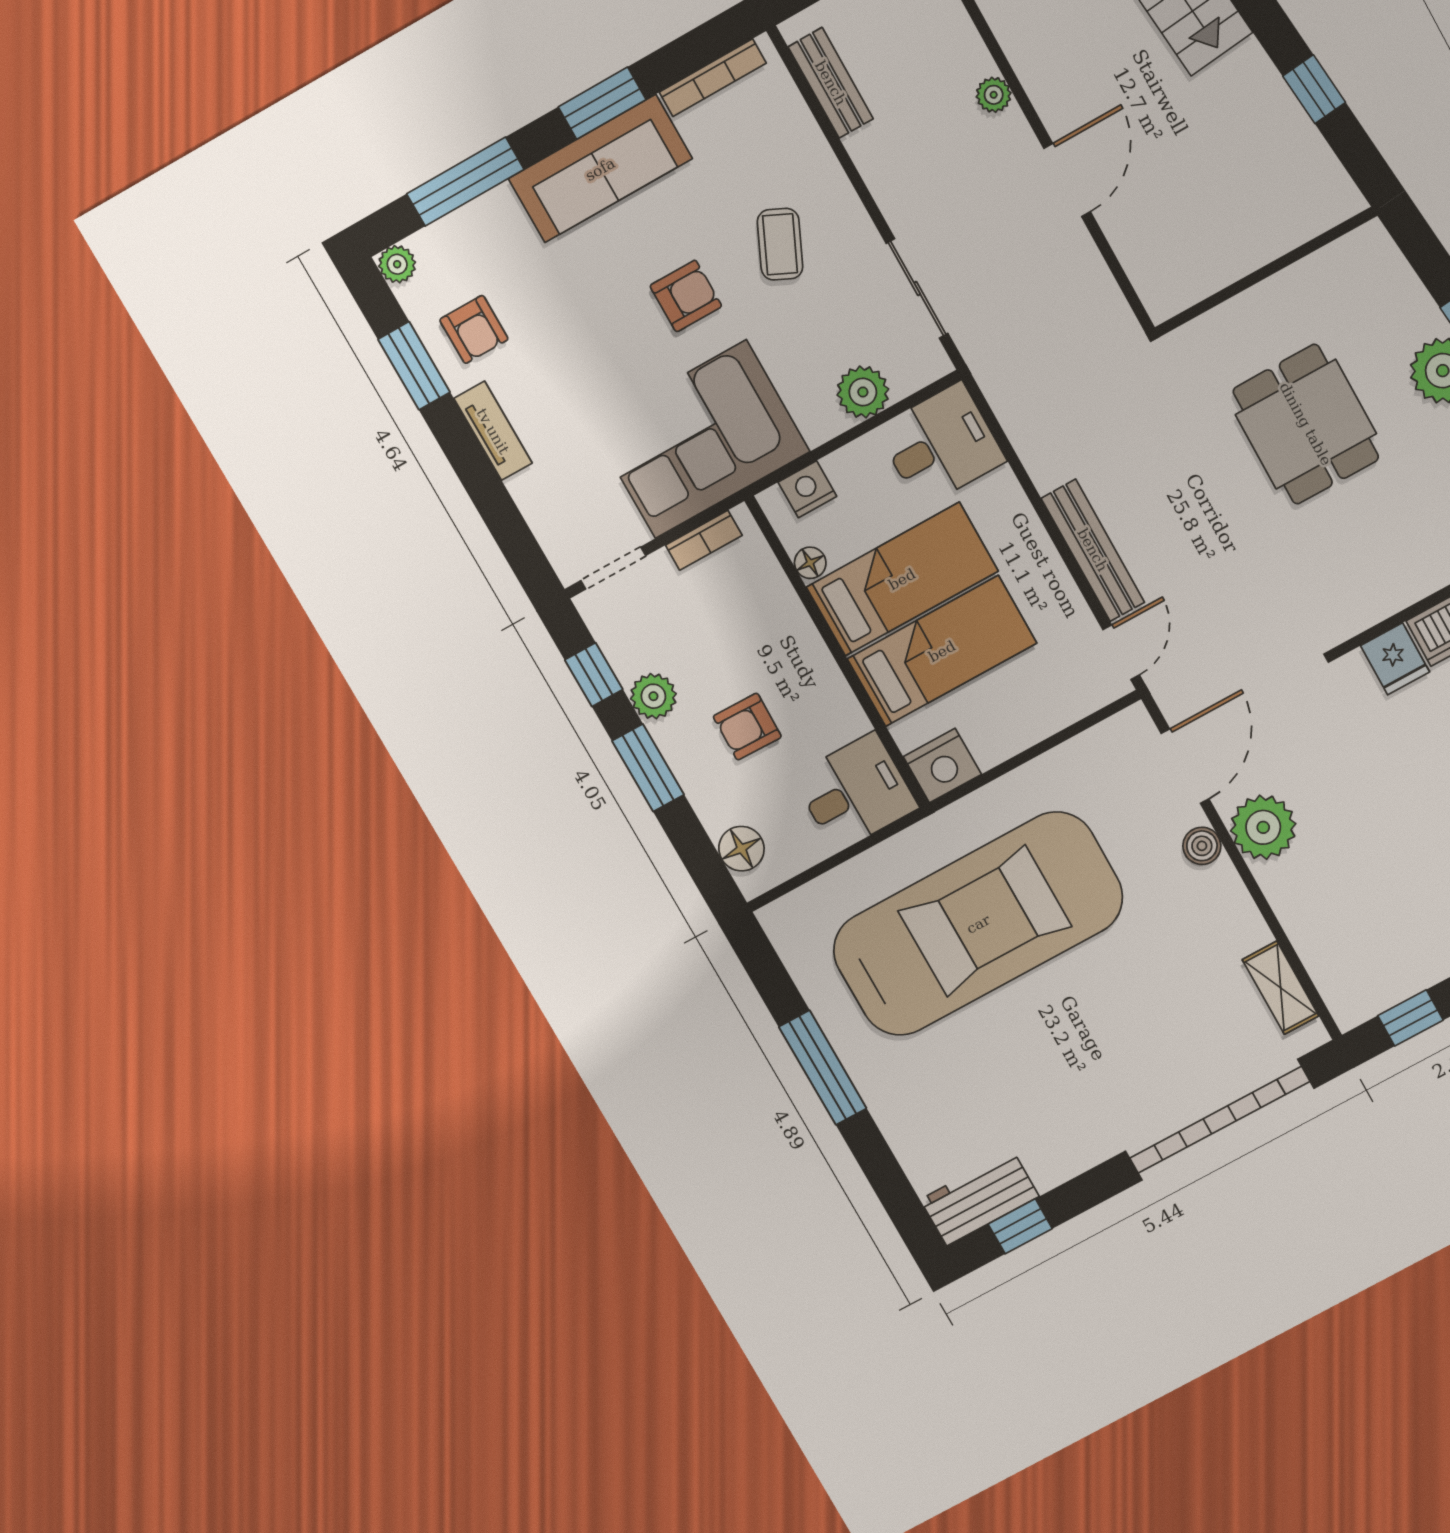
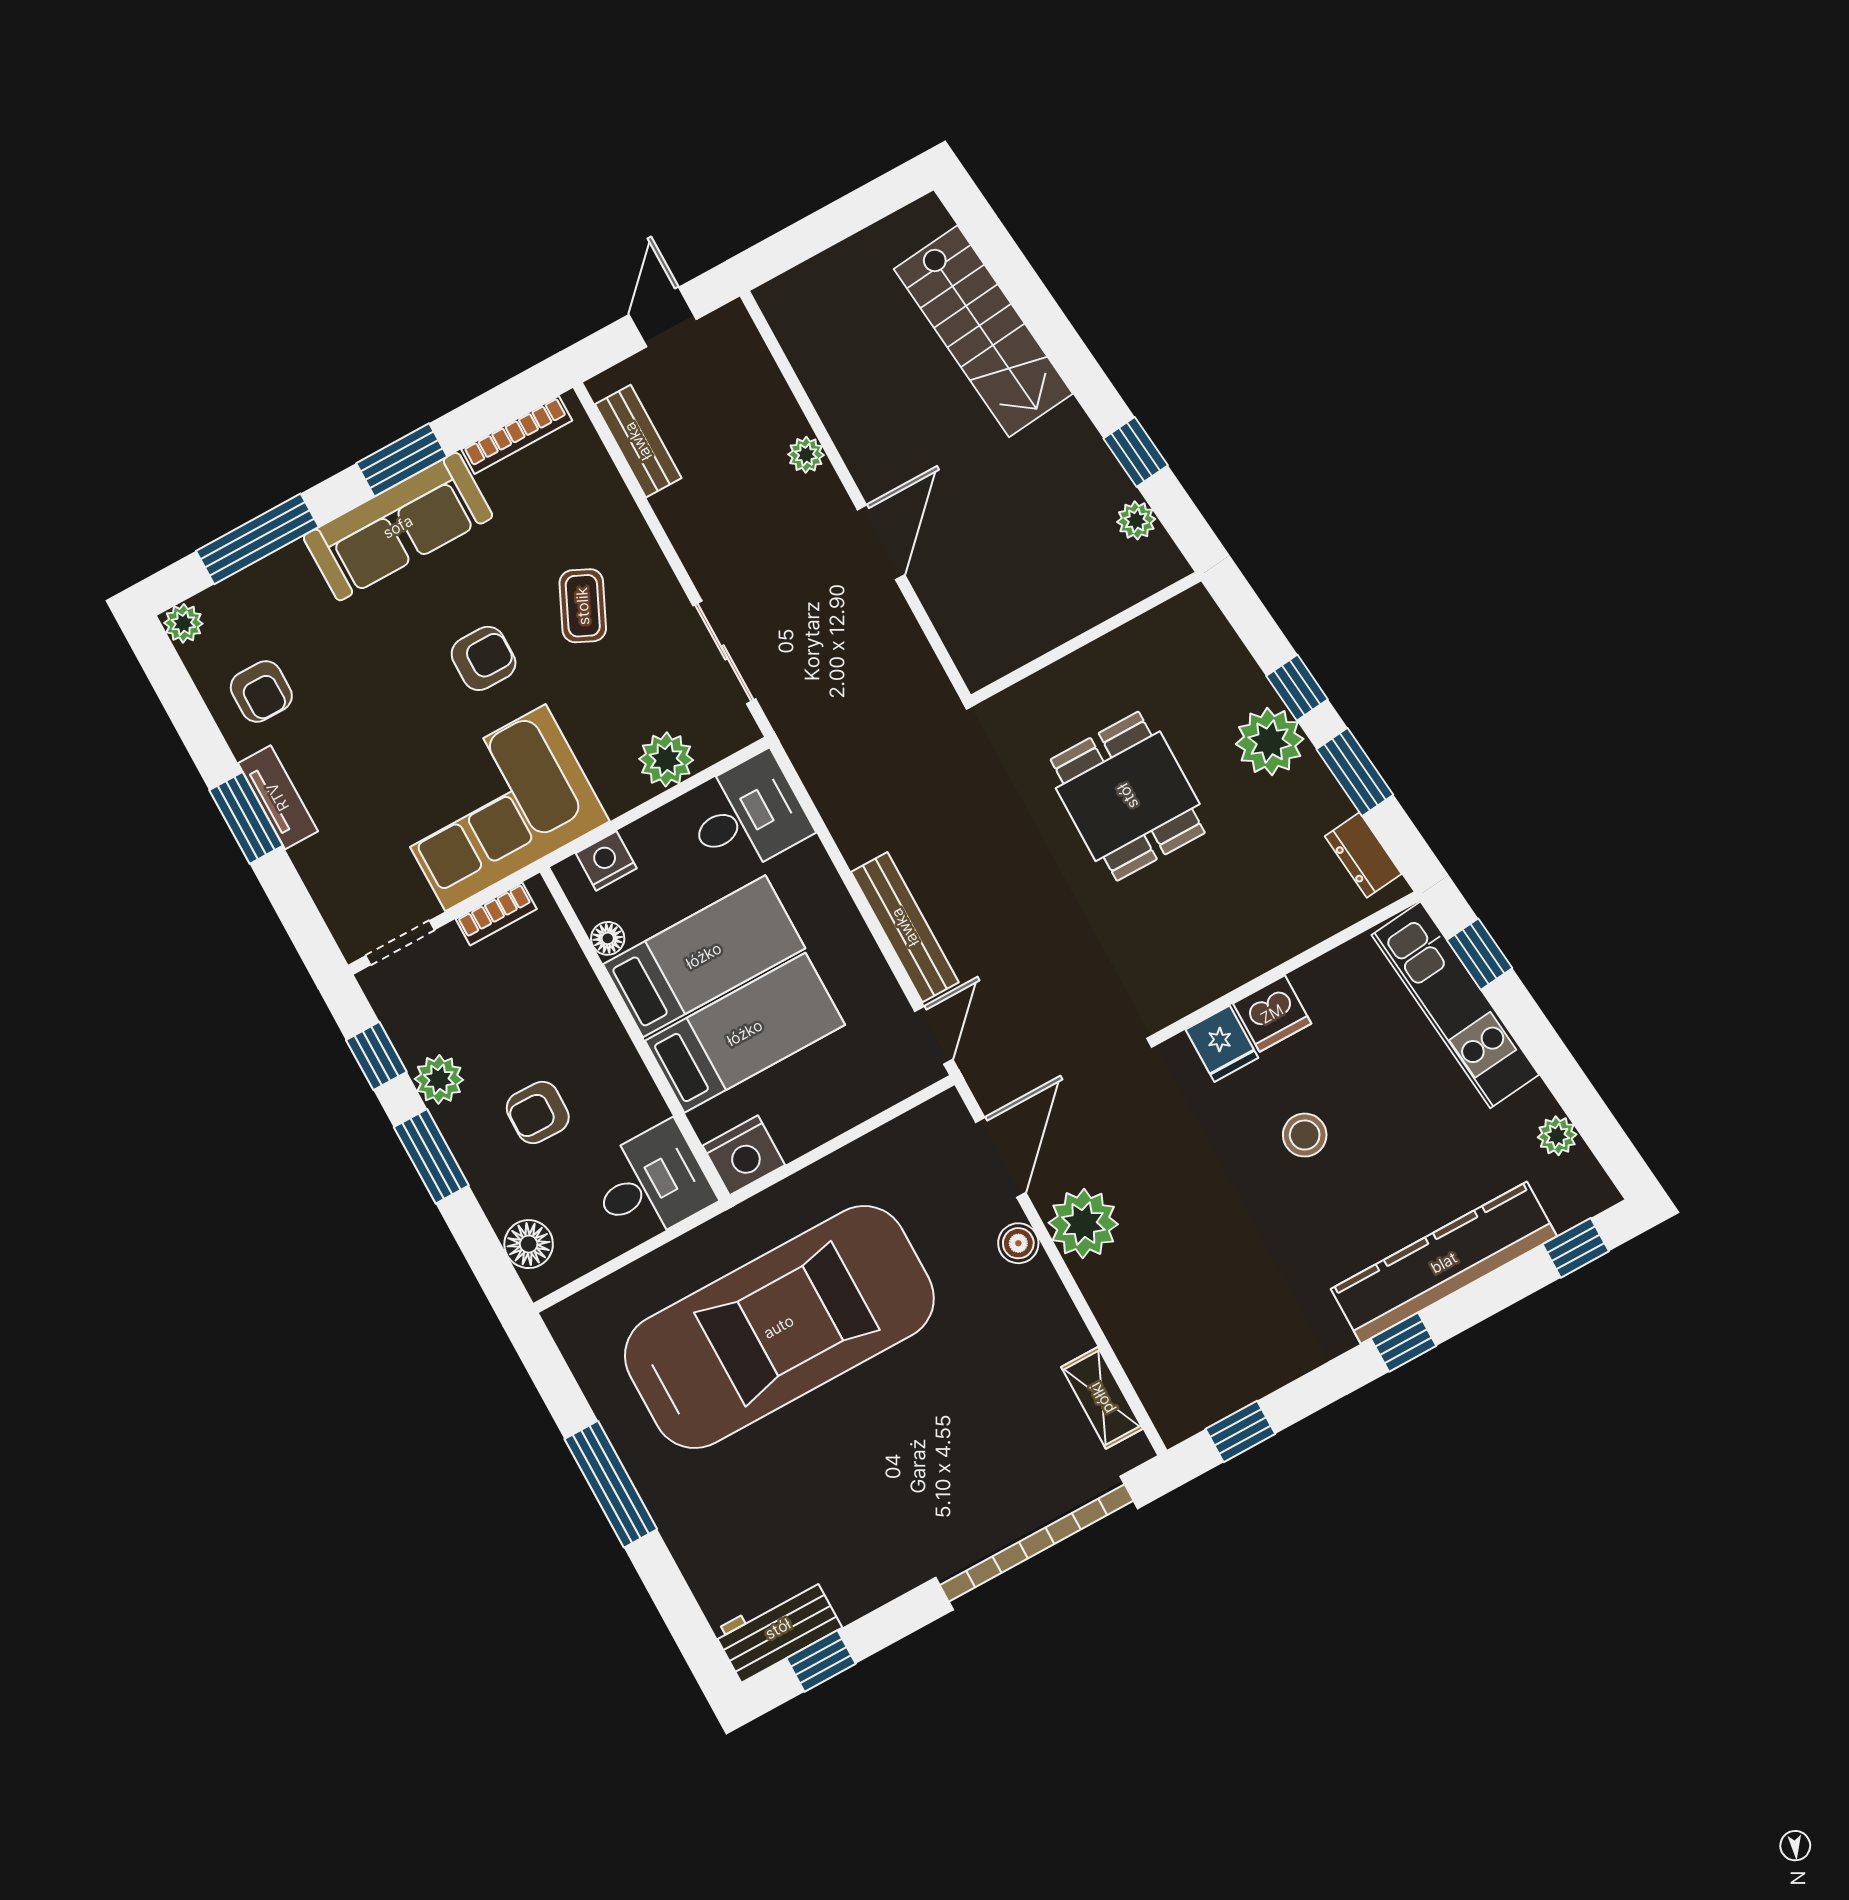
plant: (1315, 157) -> (1136, 520), added
window: (414, 366) -> (246, 818), moved

